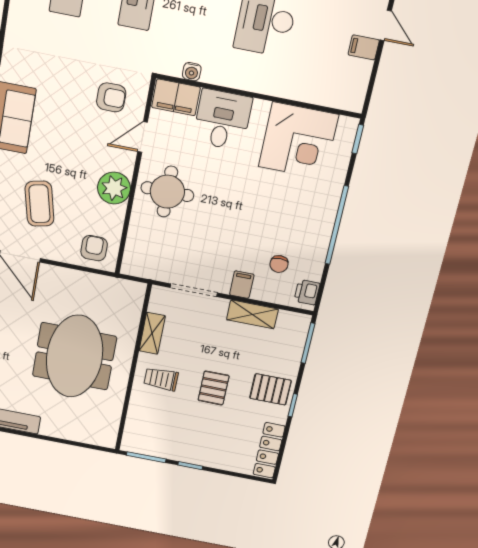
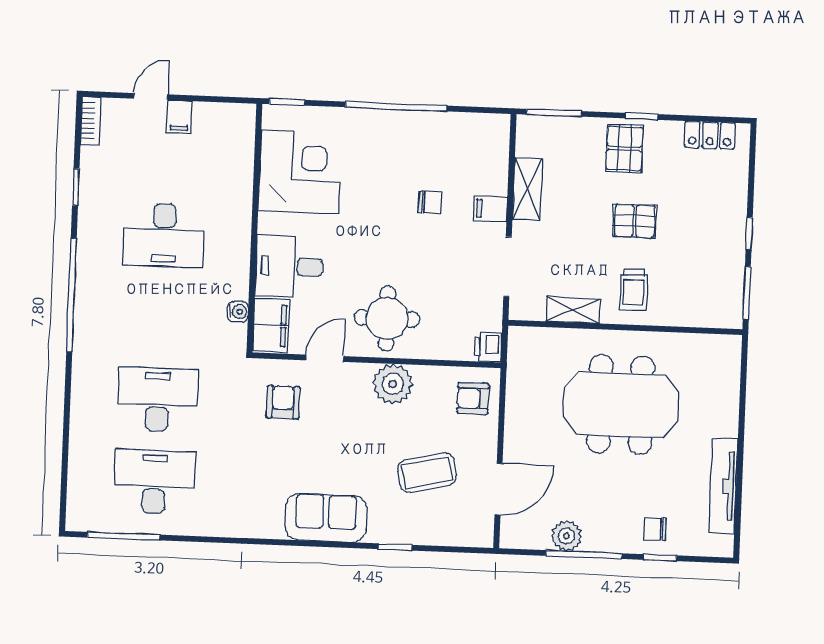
door: (143, 137) -> (325, 358), swing flipped
chair: (279, 264) -> (430, 202), moved
printer: (307, 292) -> (488, 347), moved, turned 90
locker: (269, 450) -> (710, 135), width x0.66

